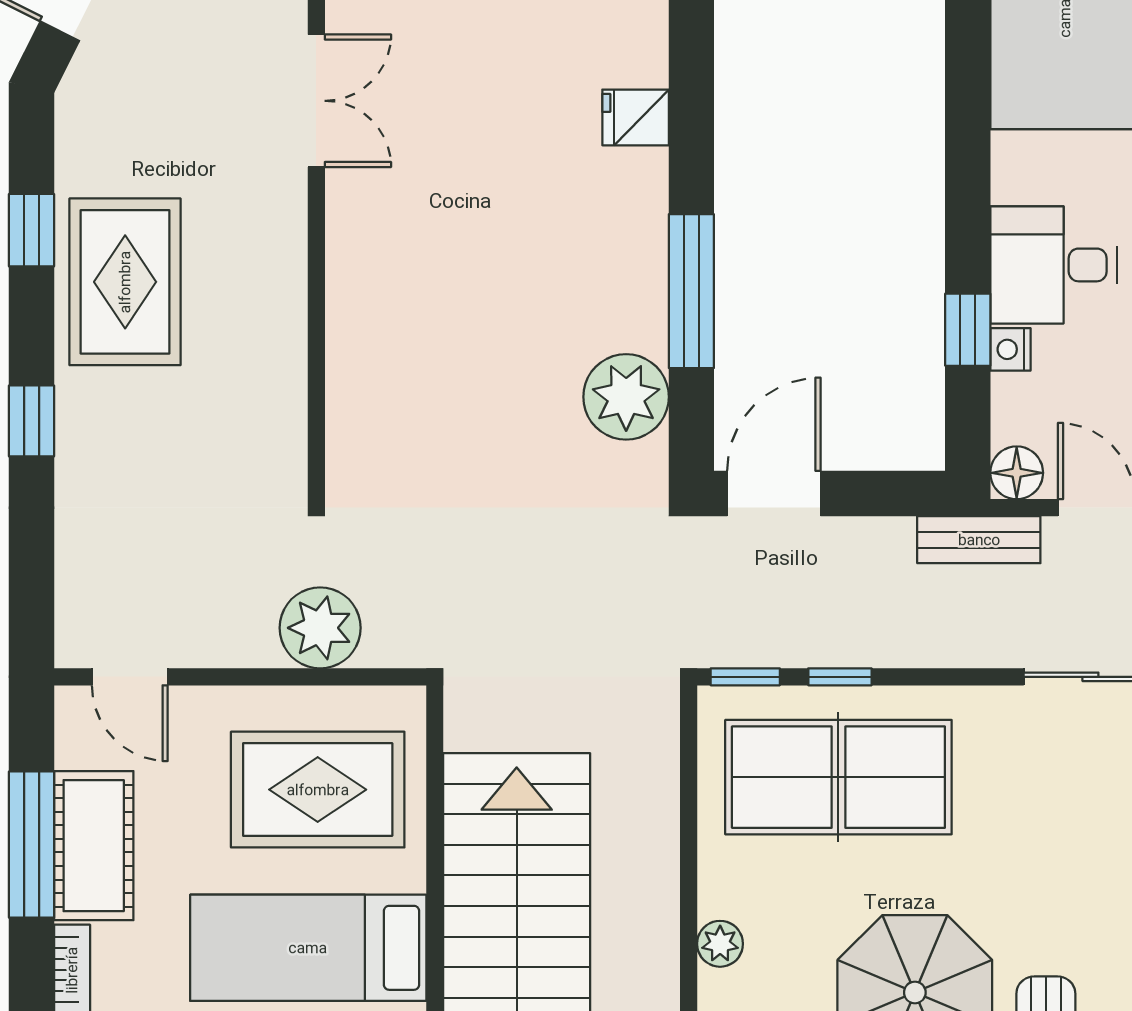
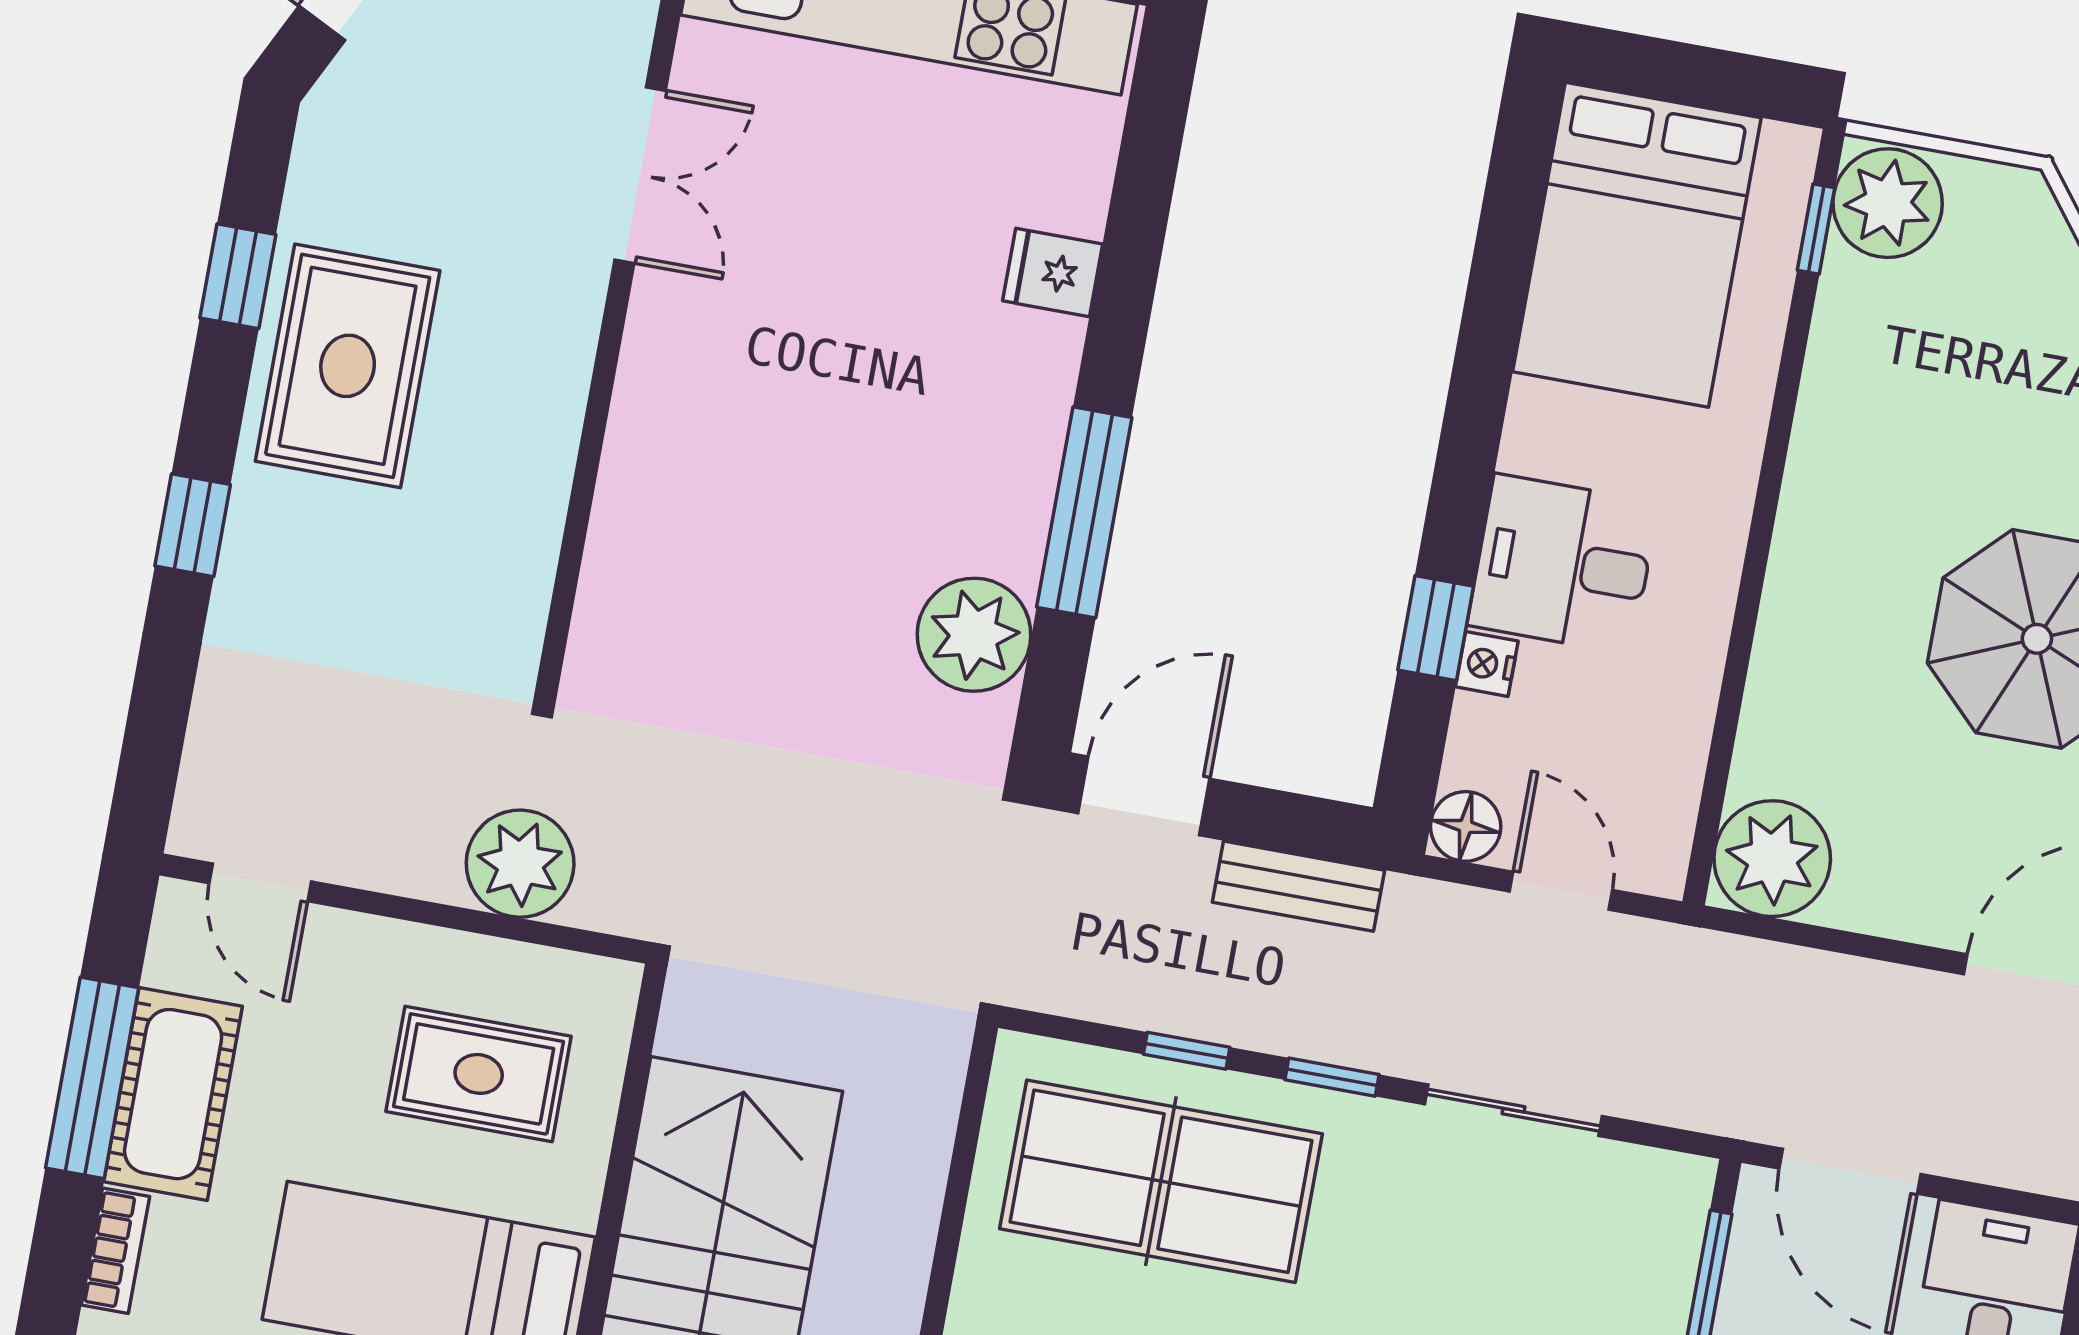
bench: (979, 540) -> (1298, 886), moved
window: (745, 677) -> (1332, 1077), moved
rug: (318, 790) -> (479, 1074), width x0.73, depth x0.70

